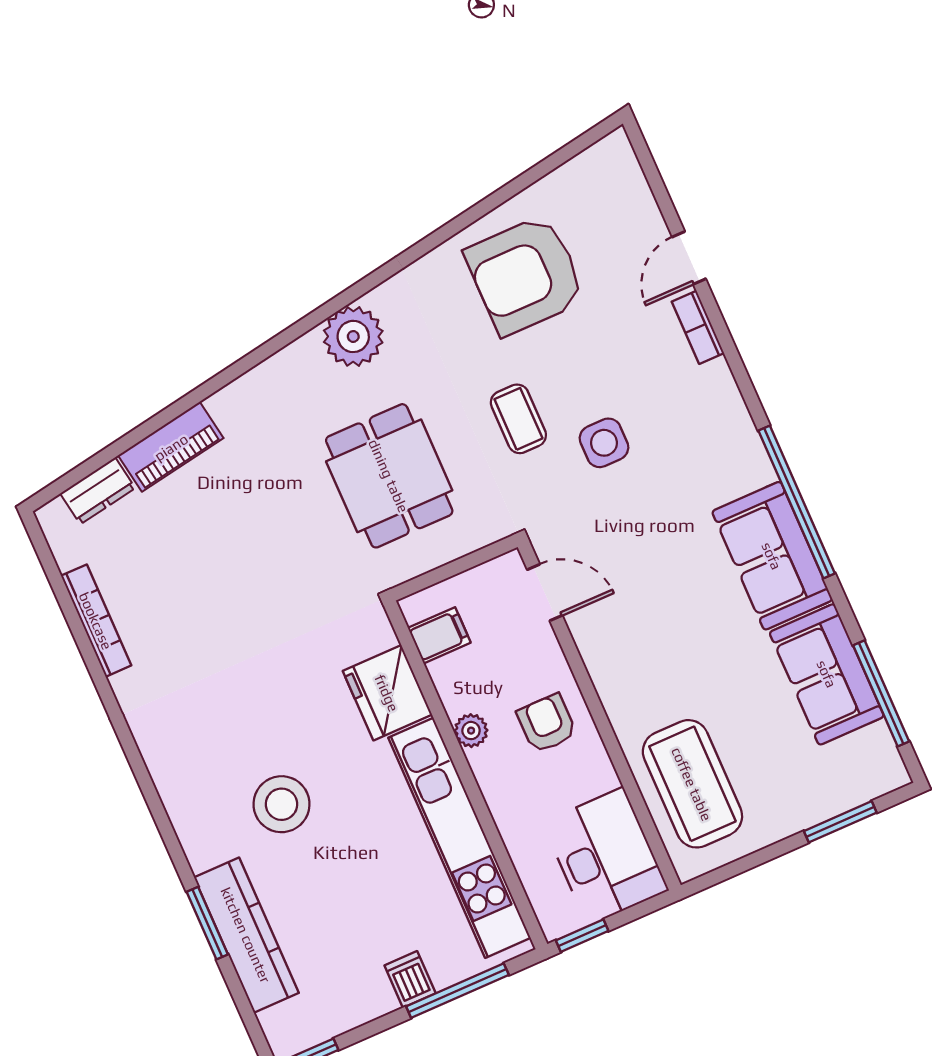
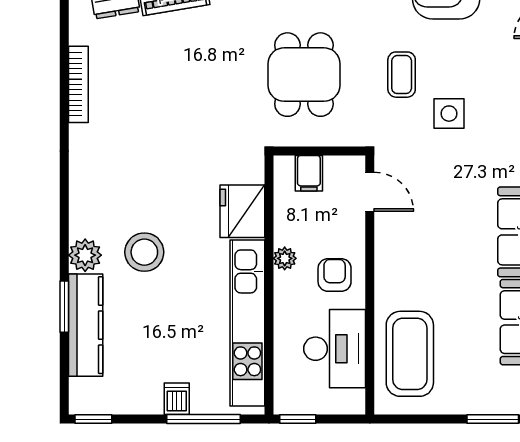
filing cabinet: (439, 635) -> (309, 173), moved, turned 90
plant: (205, 843) -> (85, 255), added
desk: (606, 856) -> (335, 349), moved

